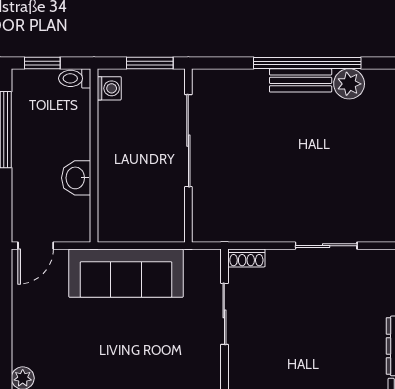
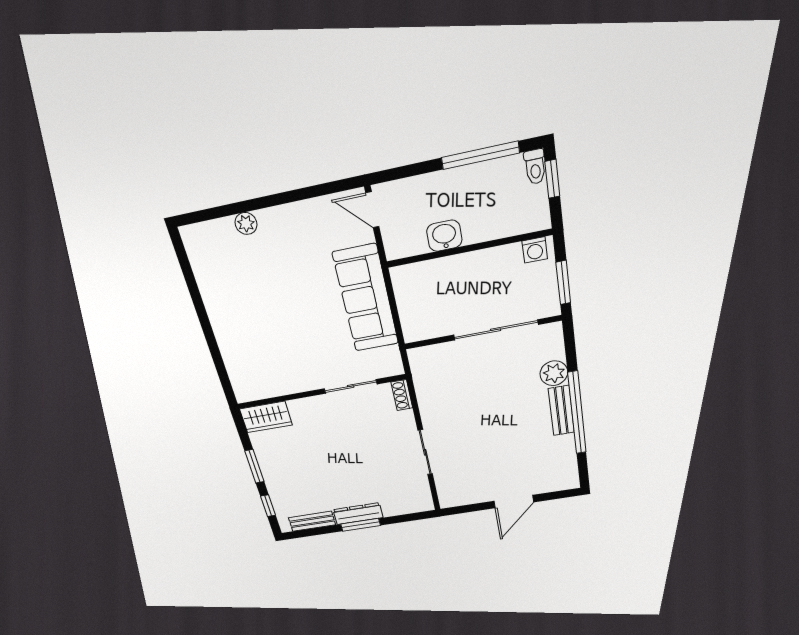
toilet: (75, 78) -> (535, 167), moved, turned 180
plant: (349, 84) -> (554, 373), moved

